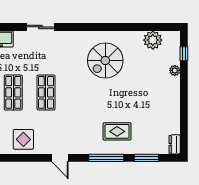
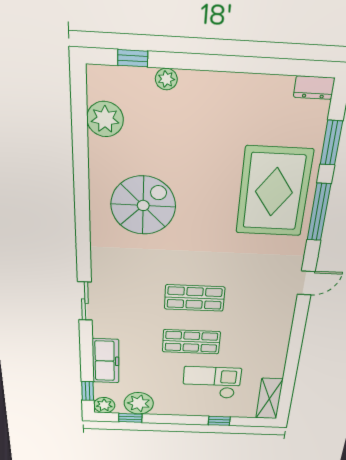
spiral stairs: (105, 60) -> (143, 206), turned -90
rug: (117, 131) -> (274, 192), width x1.86, depth x2.06
display table: (23, 139) -> (268, 332), removed

